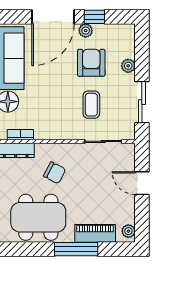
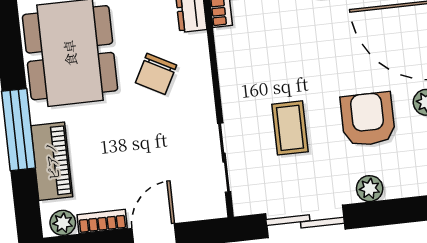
armchair: (91, 63) -> (368, 119), turned -90
coffee table: (91, 105) -> (290, 128), turned 90
bookcase: (130, 210) -> (102, 221), added

